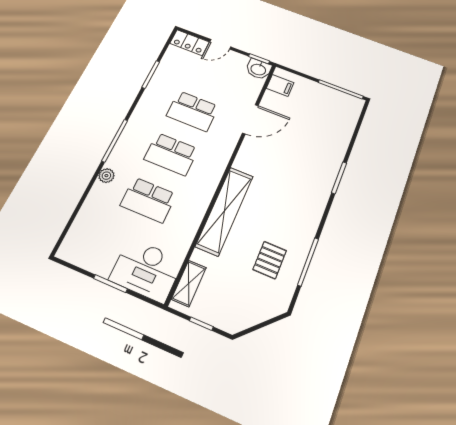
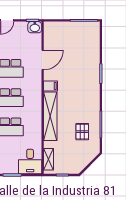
filing cabinet: (280, 85) -> (50, 86), moved
desk: (146, 270) -> (30, 162), width x0.73

